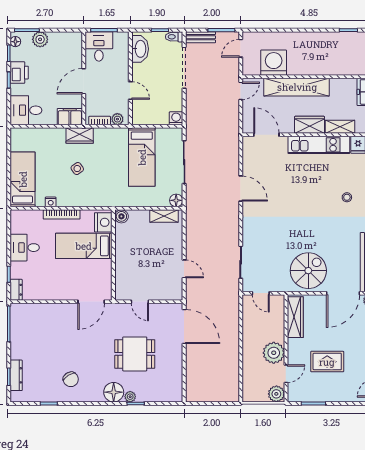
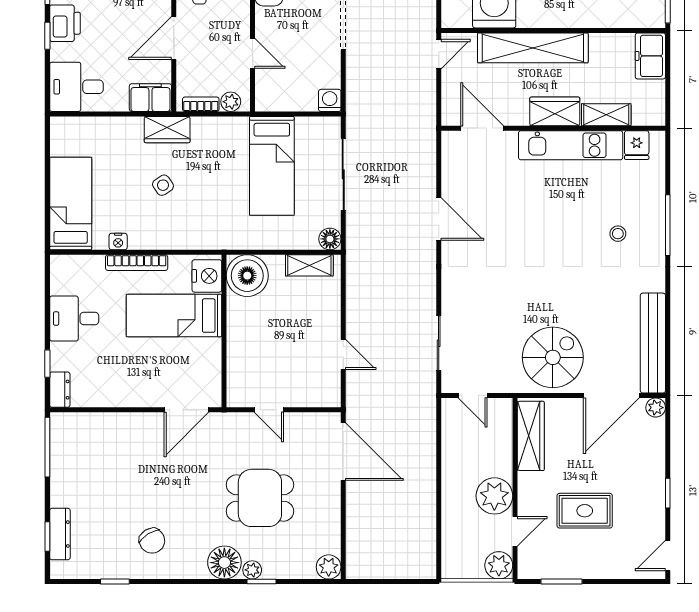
boiler: (121, 216) -> (247, 276), width x1.86, depth x1.86
plant: (175, 395) -> (329, 567), added

